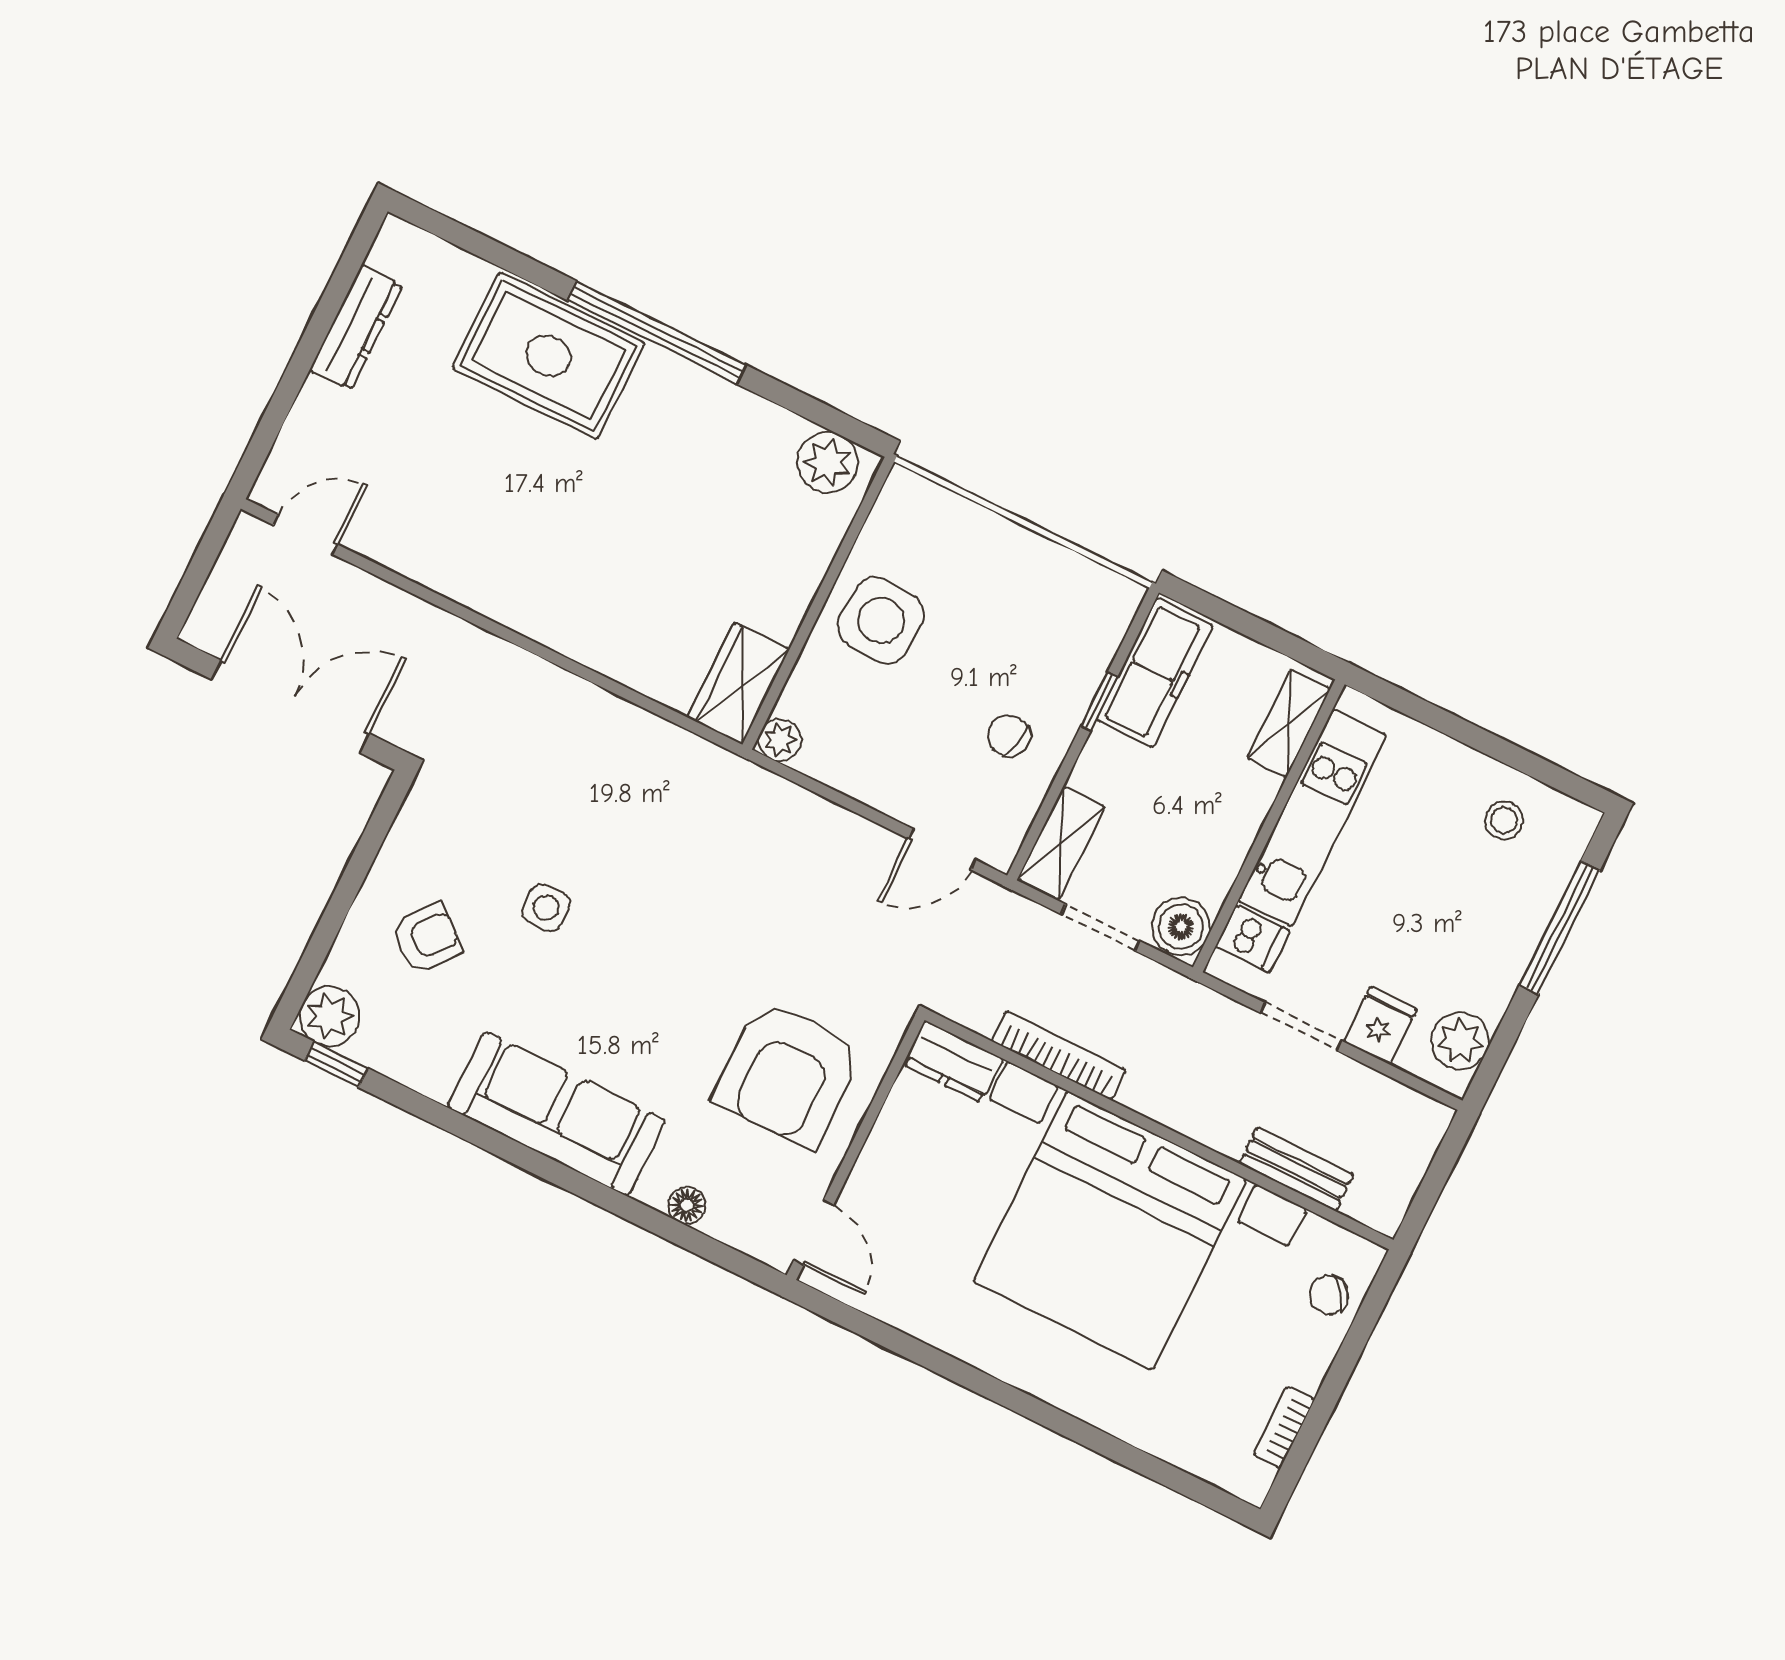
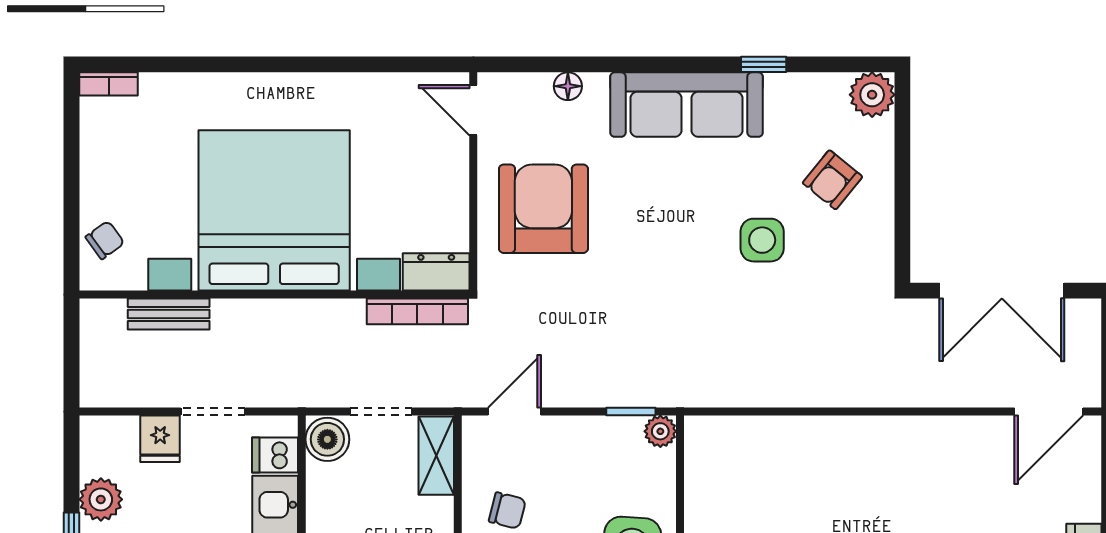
door: (306, 535) -> (1049, 412), width x1.38
wardrobe: (738, 683) -> (707, 456), removed
window: (803, 781) -> (631, 412), added
side table: (546, 908) -> (762, 240), width x1.37, depth x1.37
plant: (1460, 1041) -> (101, 499), moved
bookcase: (1059, 1055) -> (417, 311), moved
window: (336, 1064) -> (764, 64), moved
bookcase: (1284, 1427) -> (109, 84), moved, turned 90

